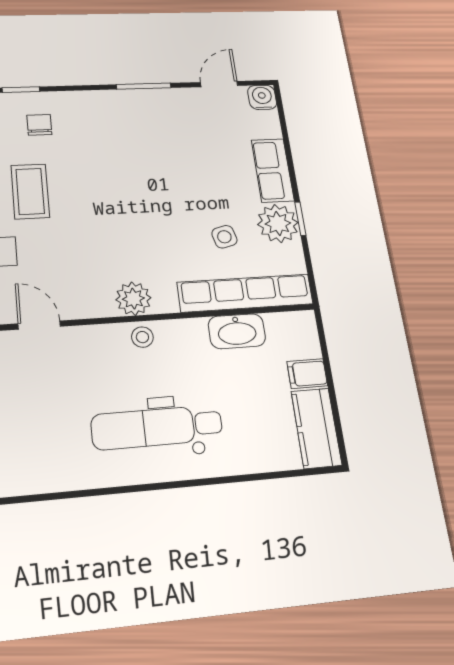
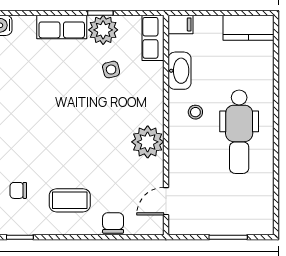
row of seats: (245, 293) -> (153, 38), width x0.50
plant: (133, 299) -> (148, 142), width x1.36, depth x1.36
stool: (142, 337) -> (195, 112), moved
filing cabinet: (307, 374) -> (180, 24), moved, turned -90

